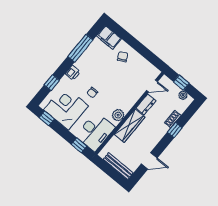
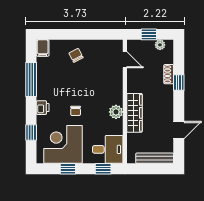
filing cabinet: (109, 37) -> (43, 48), width x0.50
door: (152, 86) -> (125, 60), hinge flipped
dresser: (146, 104) -> (133, 81), removed
window: (47, 118) -> (68, 169), moved
desk: (95, 132) -> (108, 149), width x0.73

